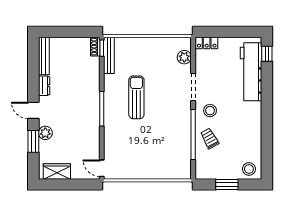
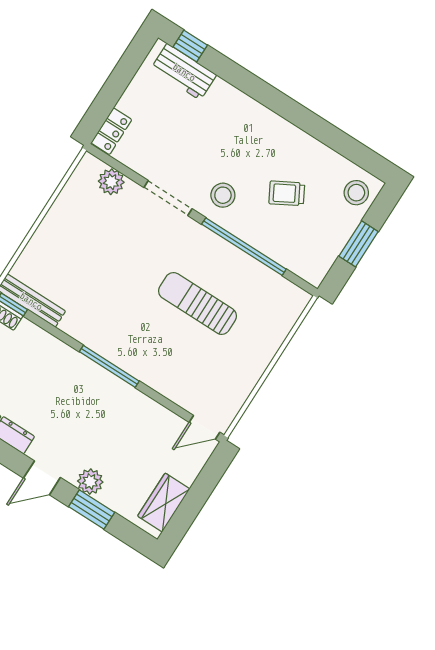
workbench: (251, 72) -> (184, 72), width x0.53, depth x0.76
sun lounger: (136, 97) -> (198, 303), moved
trolley: (210, 138) -> (287, 193), moved

